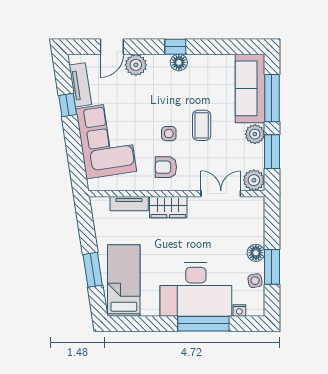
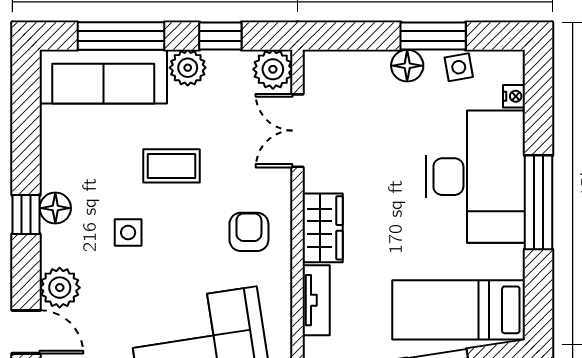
side table: (169, 134) -> (128, 233), moved
window: (272, 152) -> (220, 36), width x0.67
armchair: (166, 167) -> (249, 232), turned 180
window: (203, 324) -> (538, 202), moved

